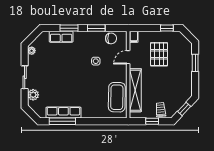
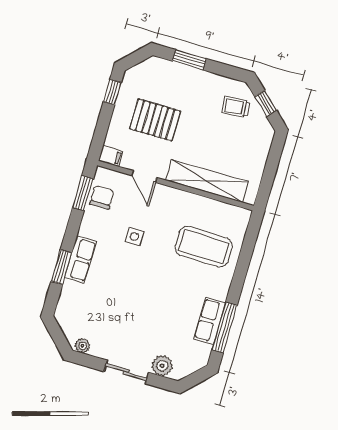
window: (96, 28) -> (83, 193), moved
row of seats: (61, 37) -> (80, 259), moved
coffee table: (117, 97) -> (204, 247), moved
trolley: (161, 110) -> (236, 107), moved
row of seats: (63, 113) -> (210, 321), width x0.68
window: (152, 121) -> (271, 167), removed

